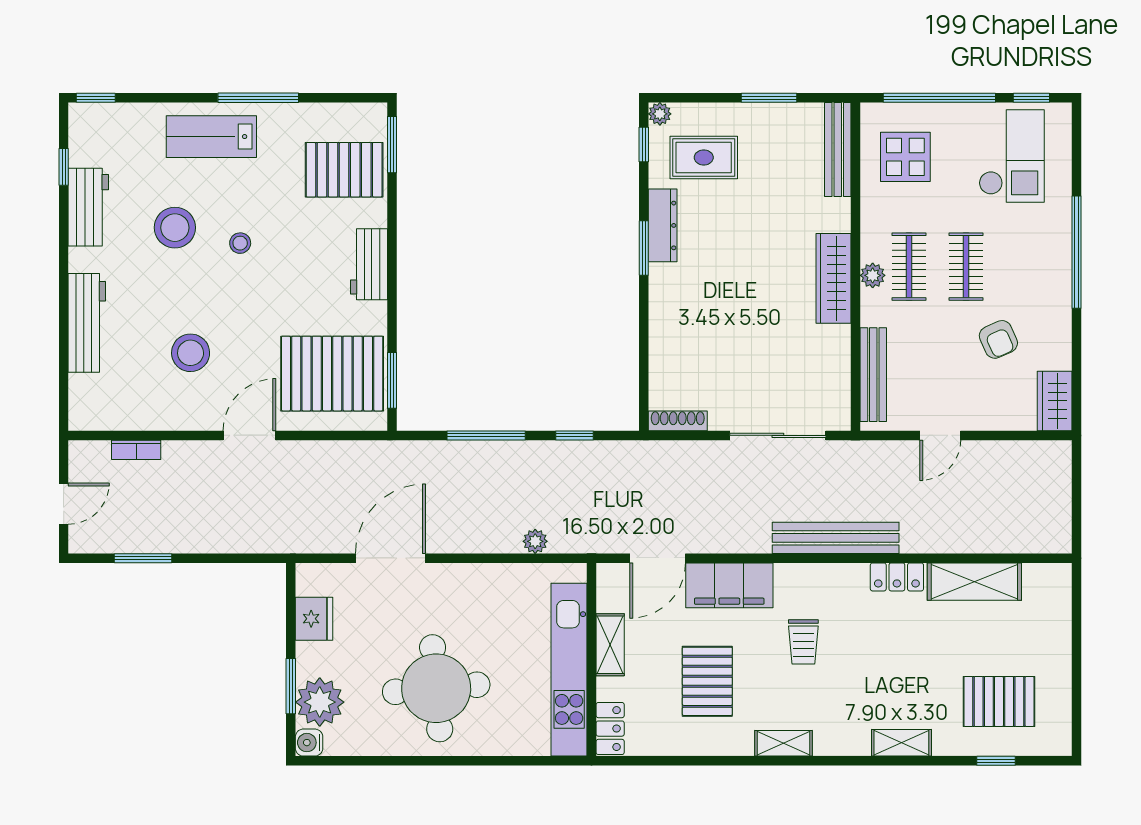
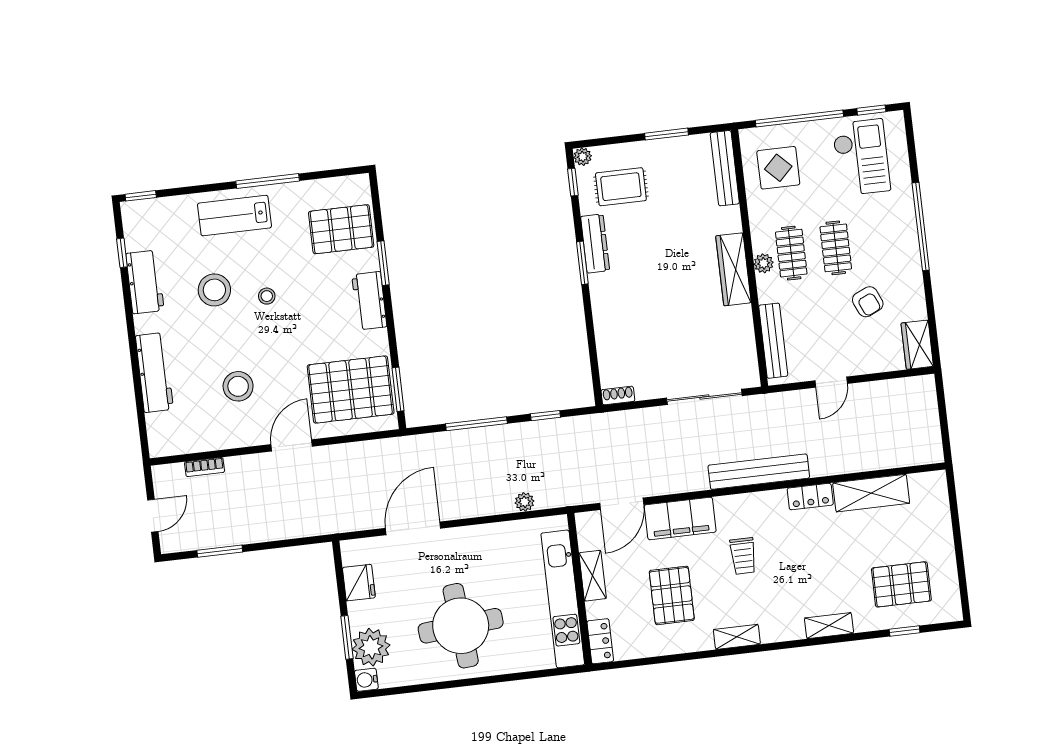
window: (392, 145) -> (383, 263), moved
shoe rack: (678, 421) -> (618, 396), width x0.70

